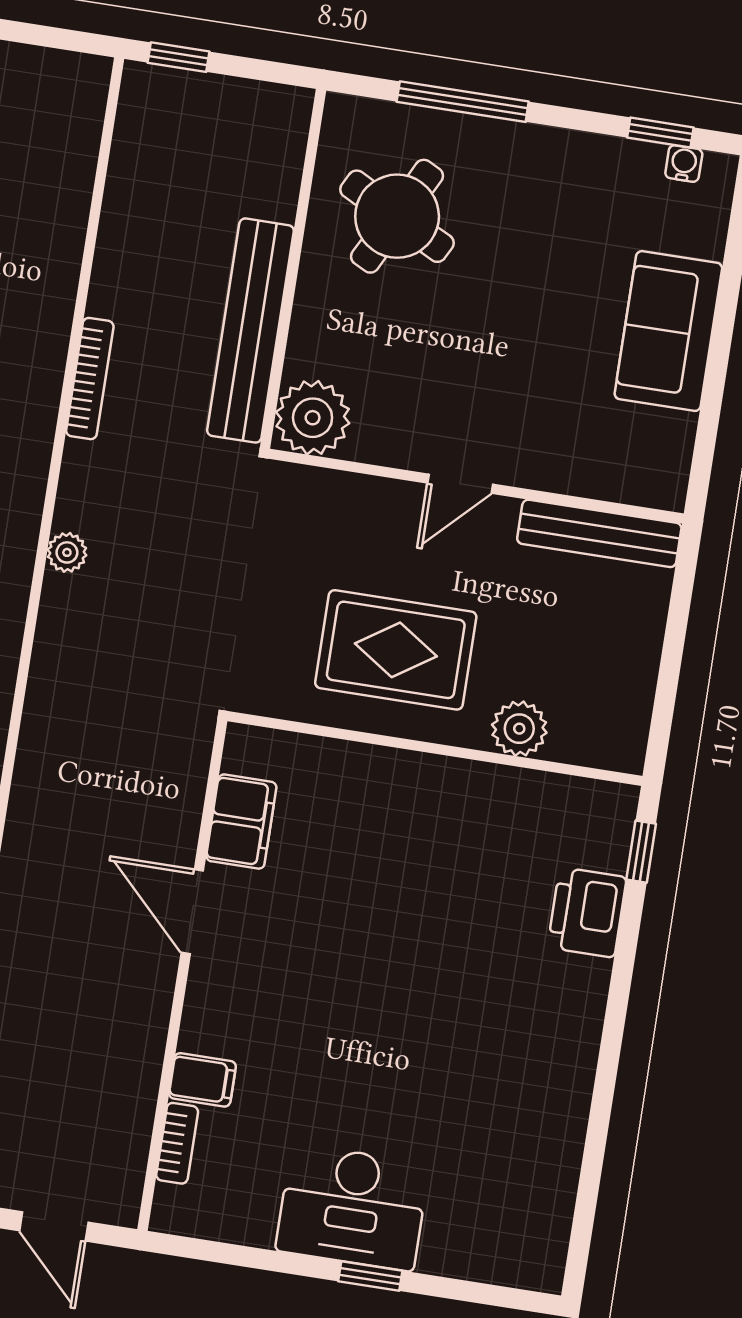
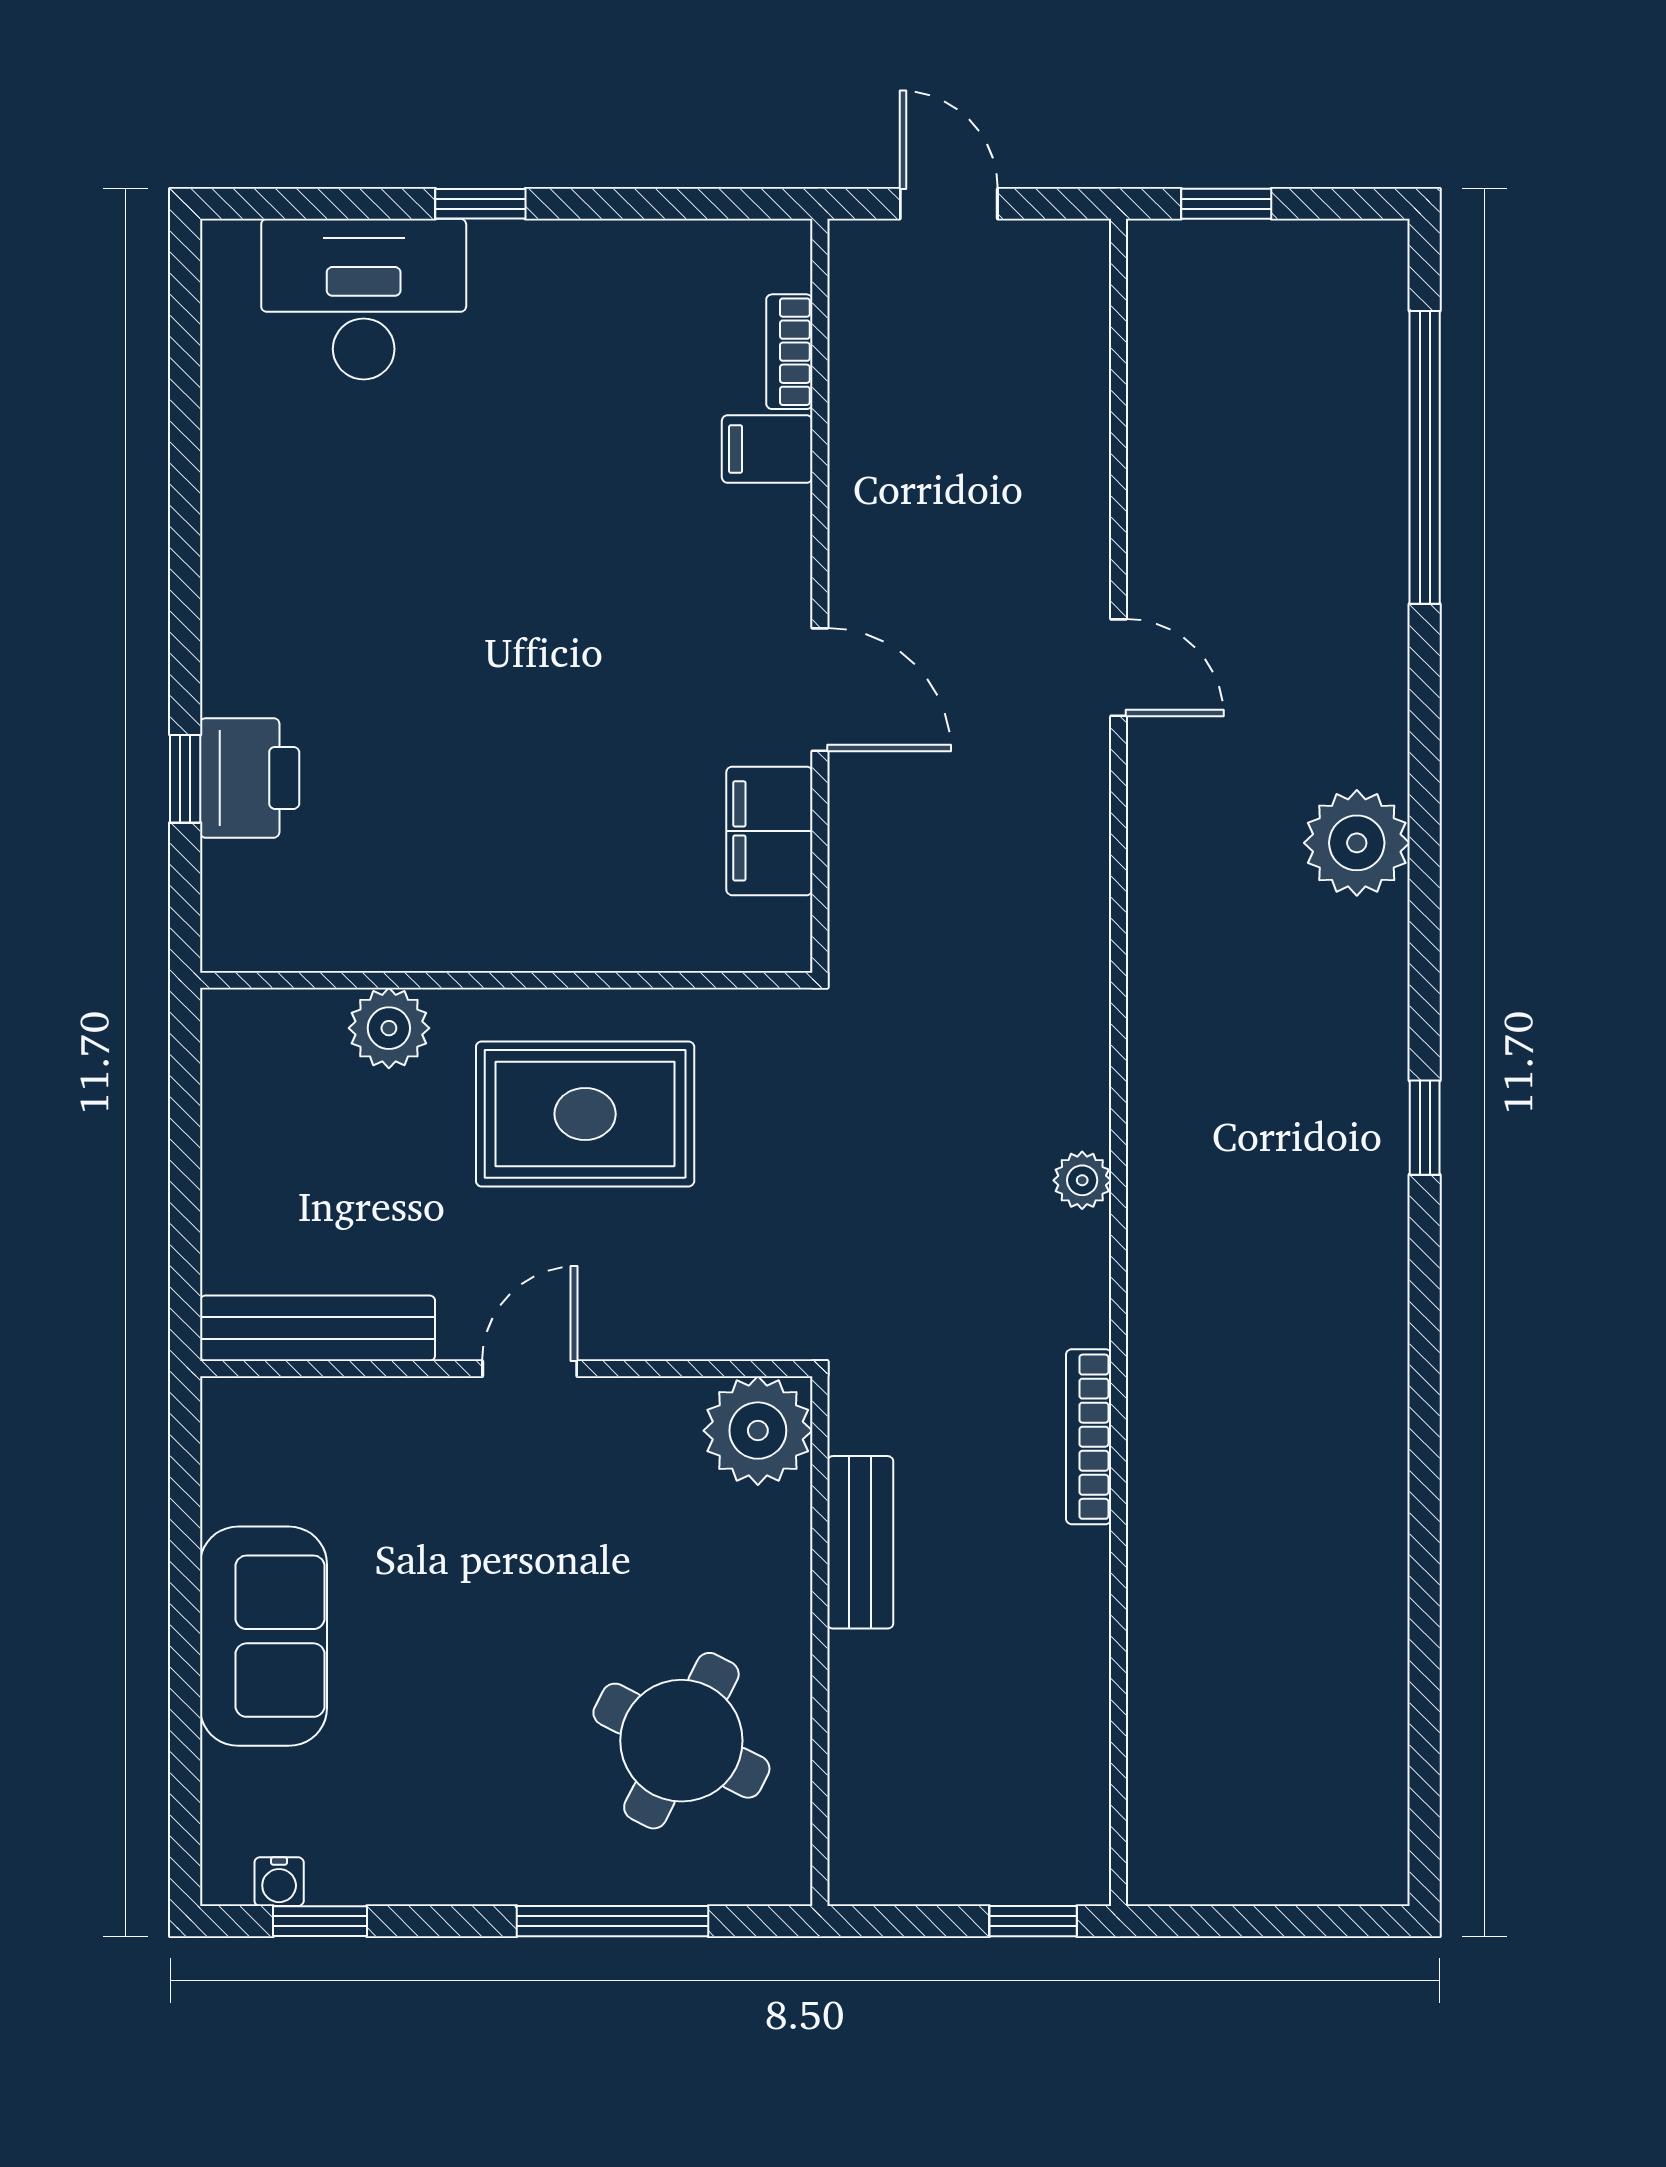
bench: (250, 331) -> (860, 1542), width x0.54, depth x0.82
window: (641, 852) -> (185, 779), moved
desk: (352, 1207) -> (364, 299), moved

